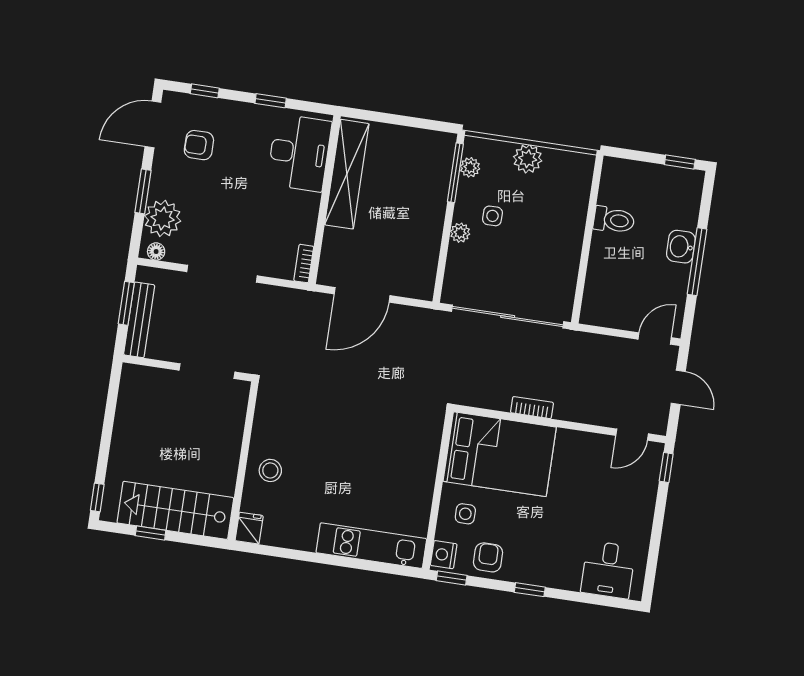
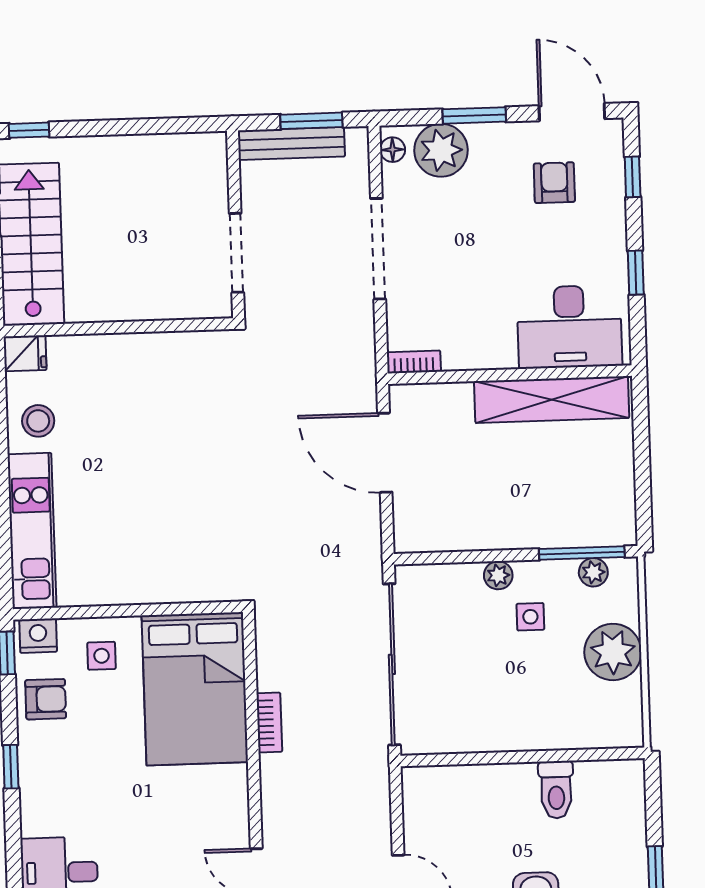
plant: (528, 159) -> (613, 652), width x1.36, depth x1.36
stool: (270, 470) -> (38, 421), moved

